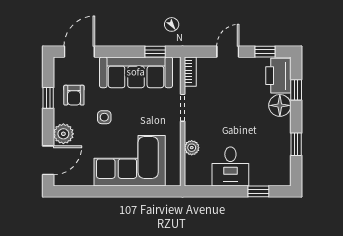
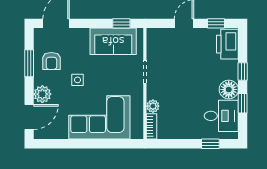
sofa: (136, 72) -> (113, 41), width x0.73
bookcase: (190, 72) -> (152, 126), moved
window: (296, 90) -> (243, 71), moved
window: (48, 98) -> (29, 63), width x1.50
floor lamp: (280, 105) -> (229, 90), moved
desk: (230, 166) -> (221, 116), moved, turned -90

